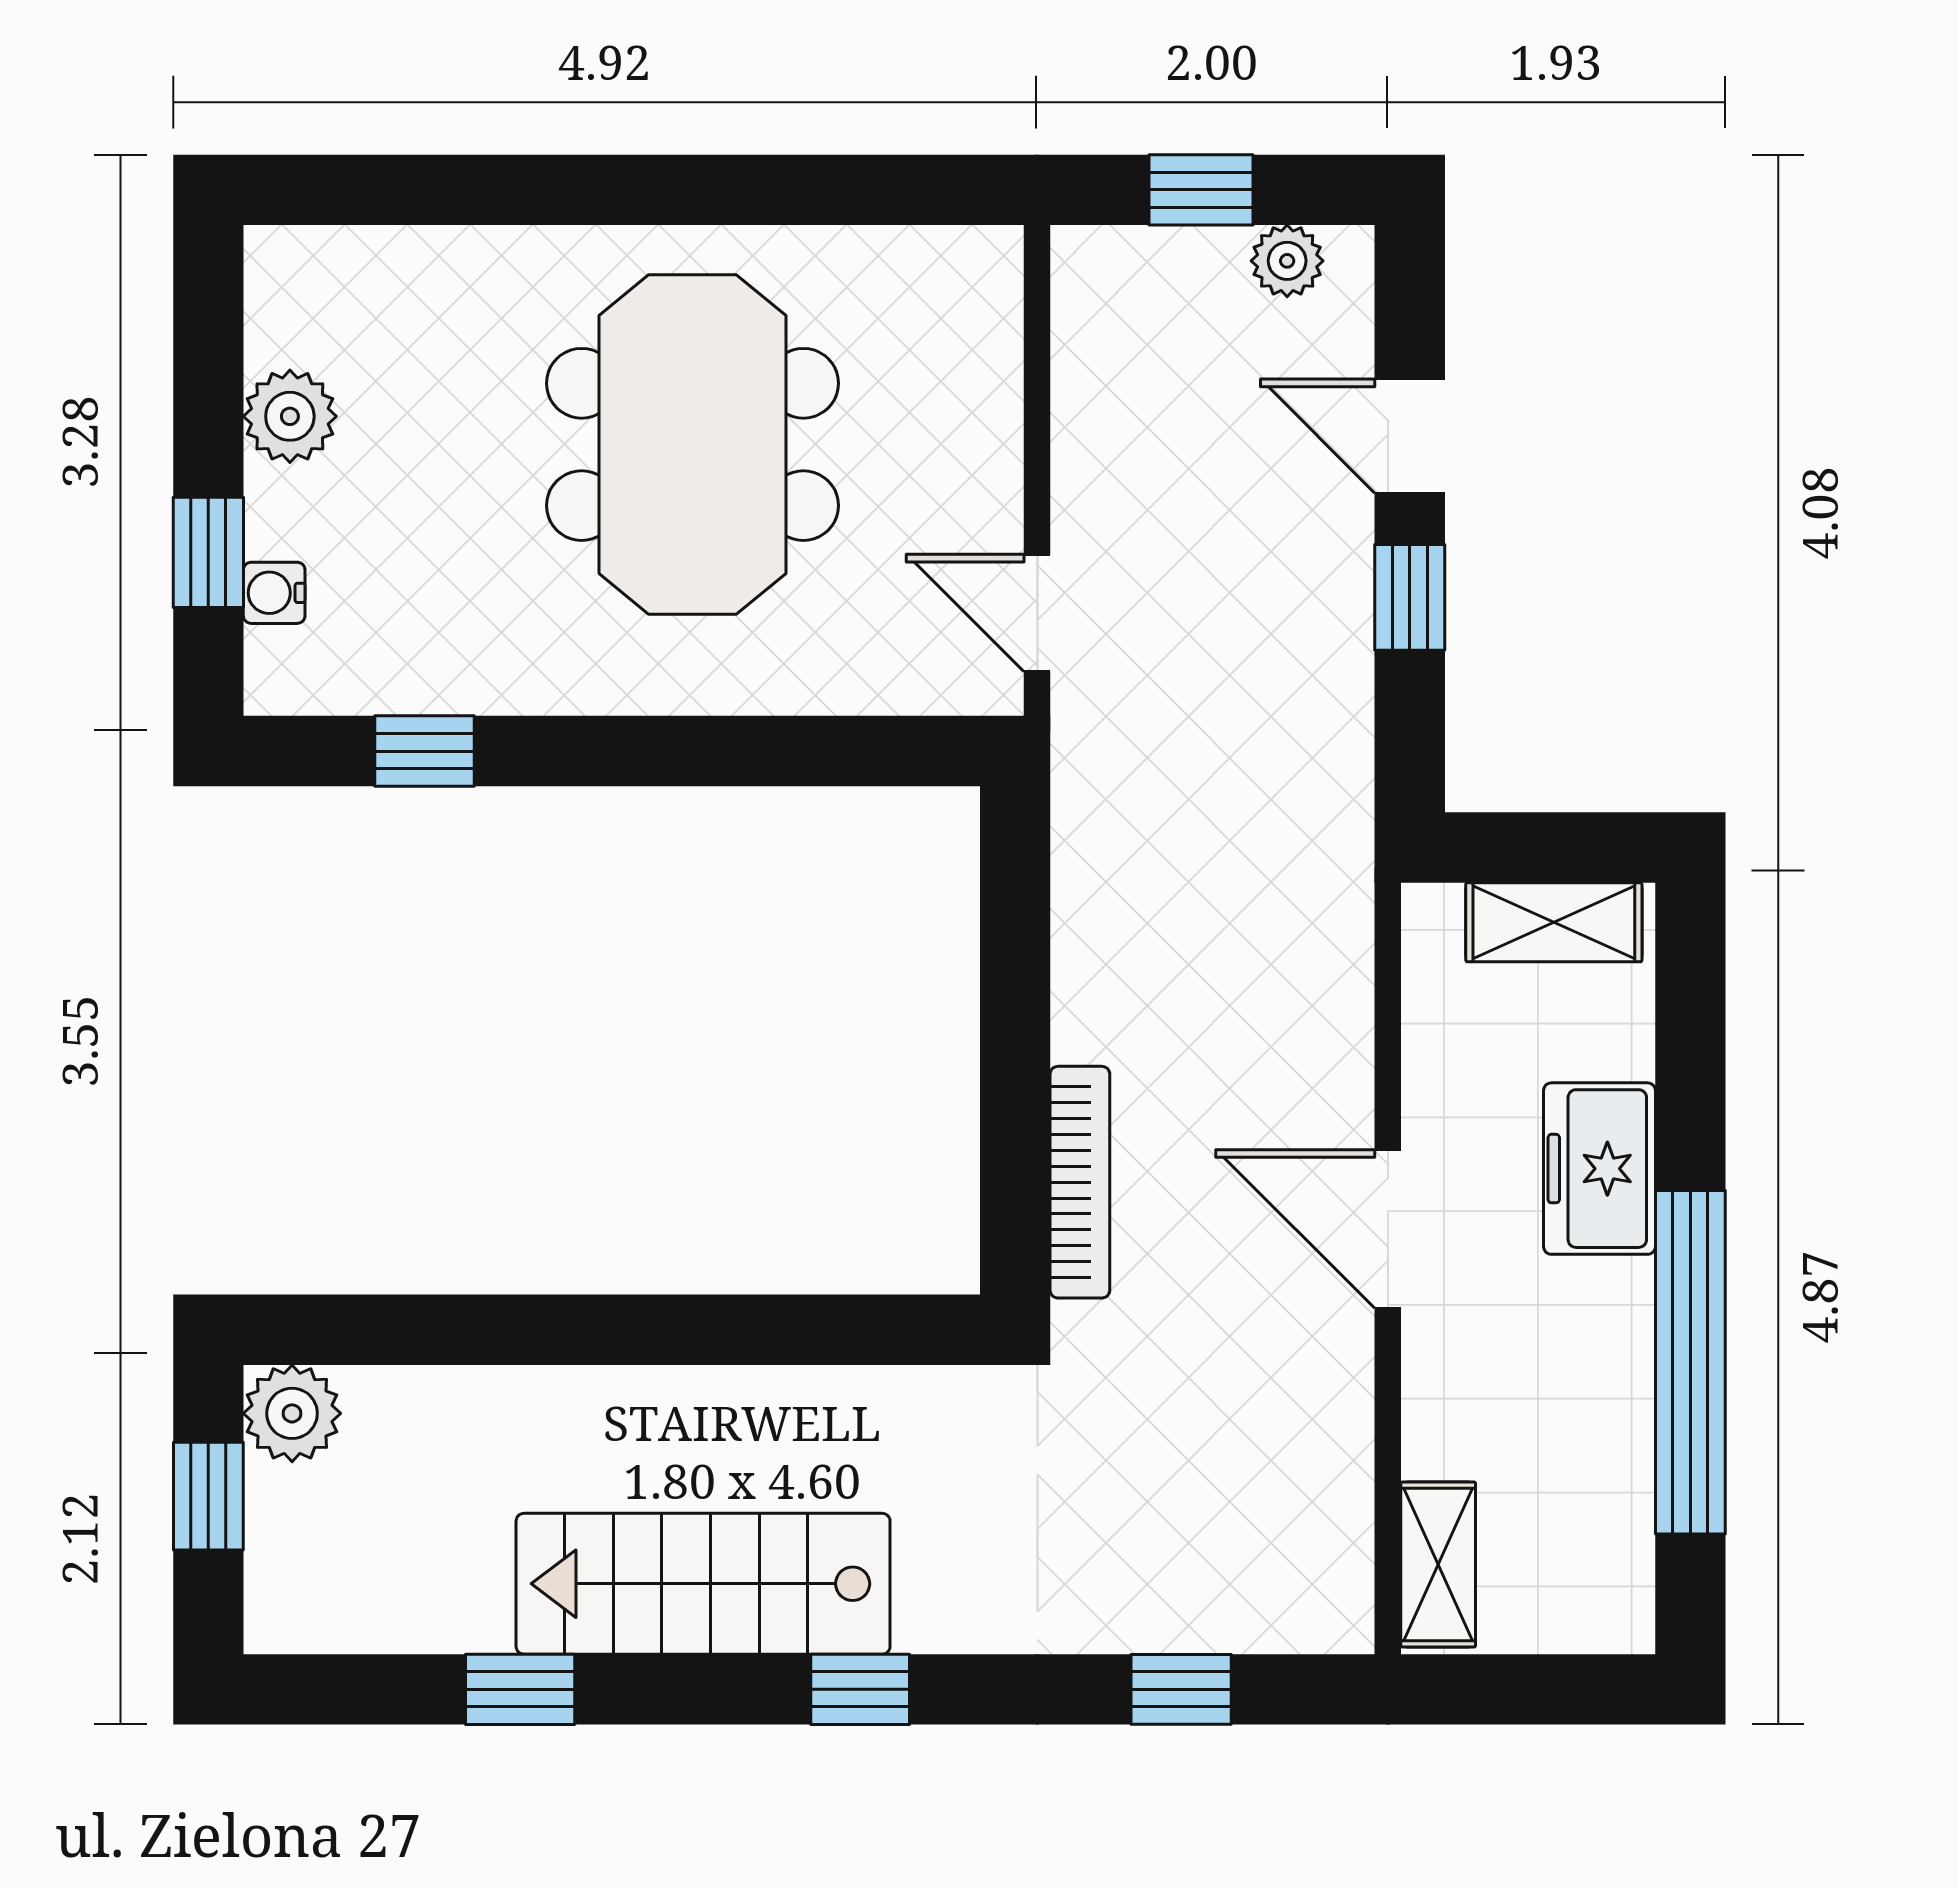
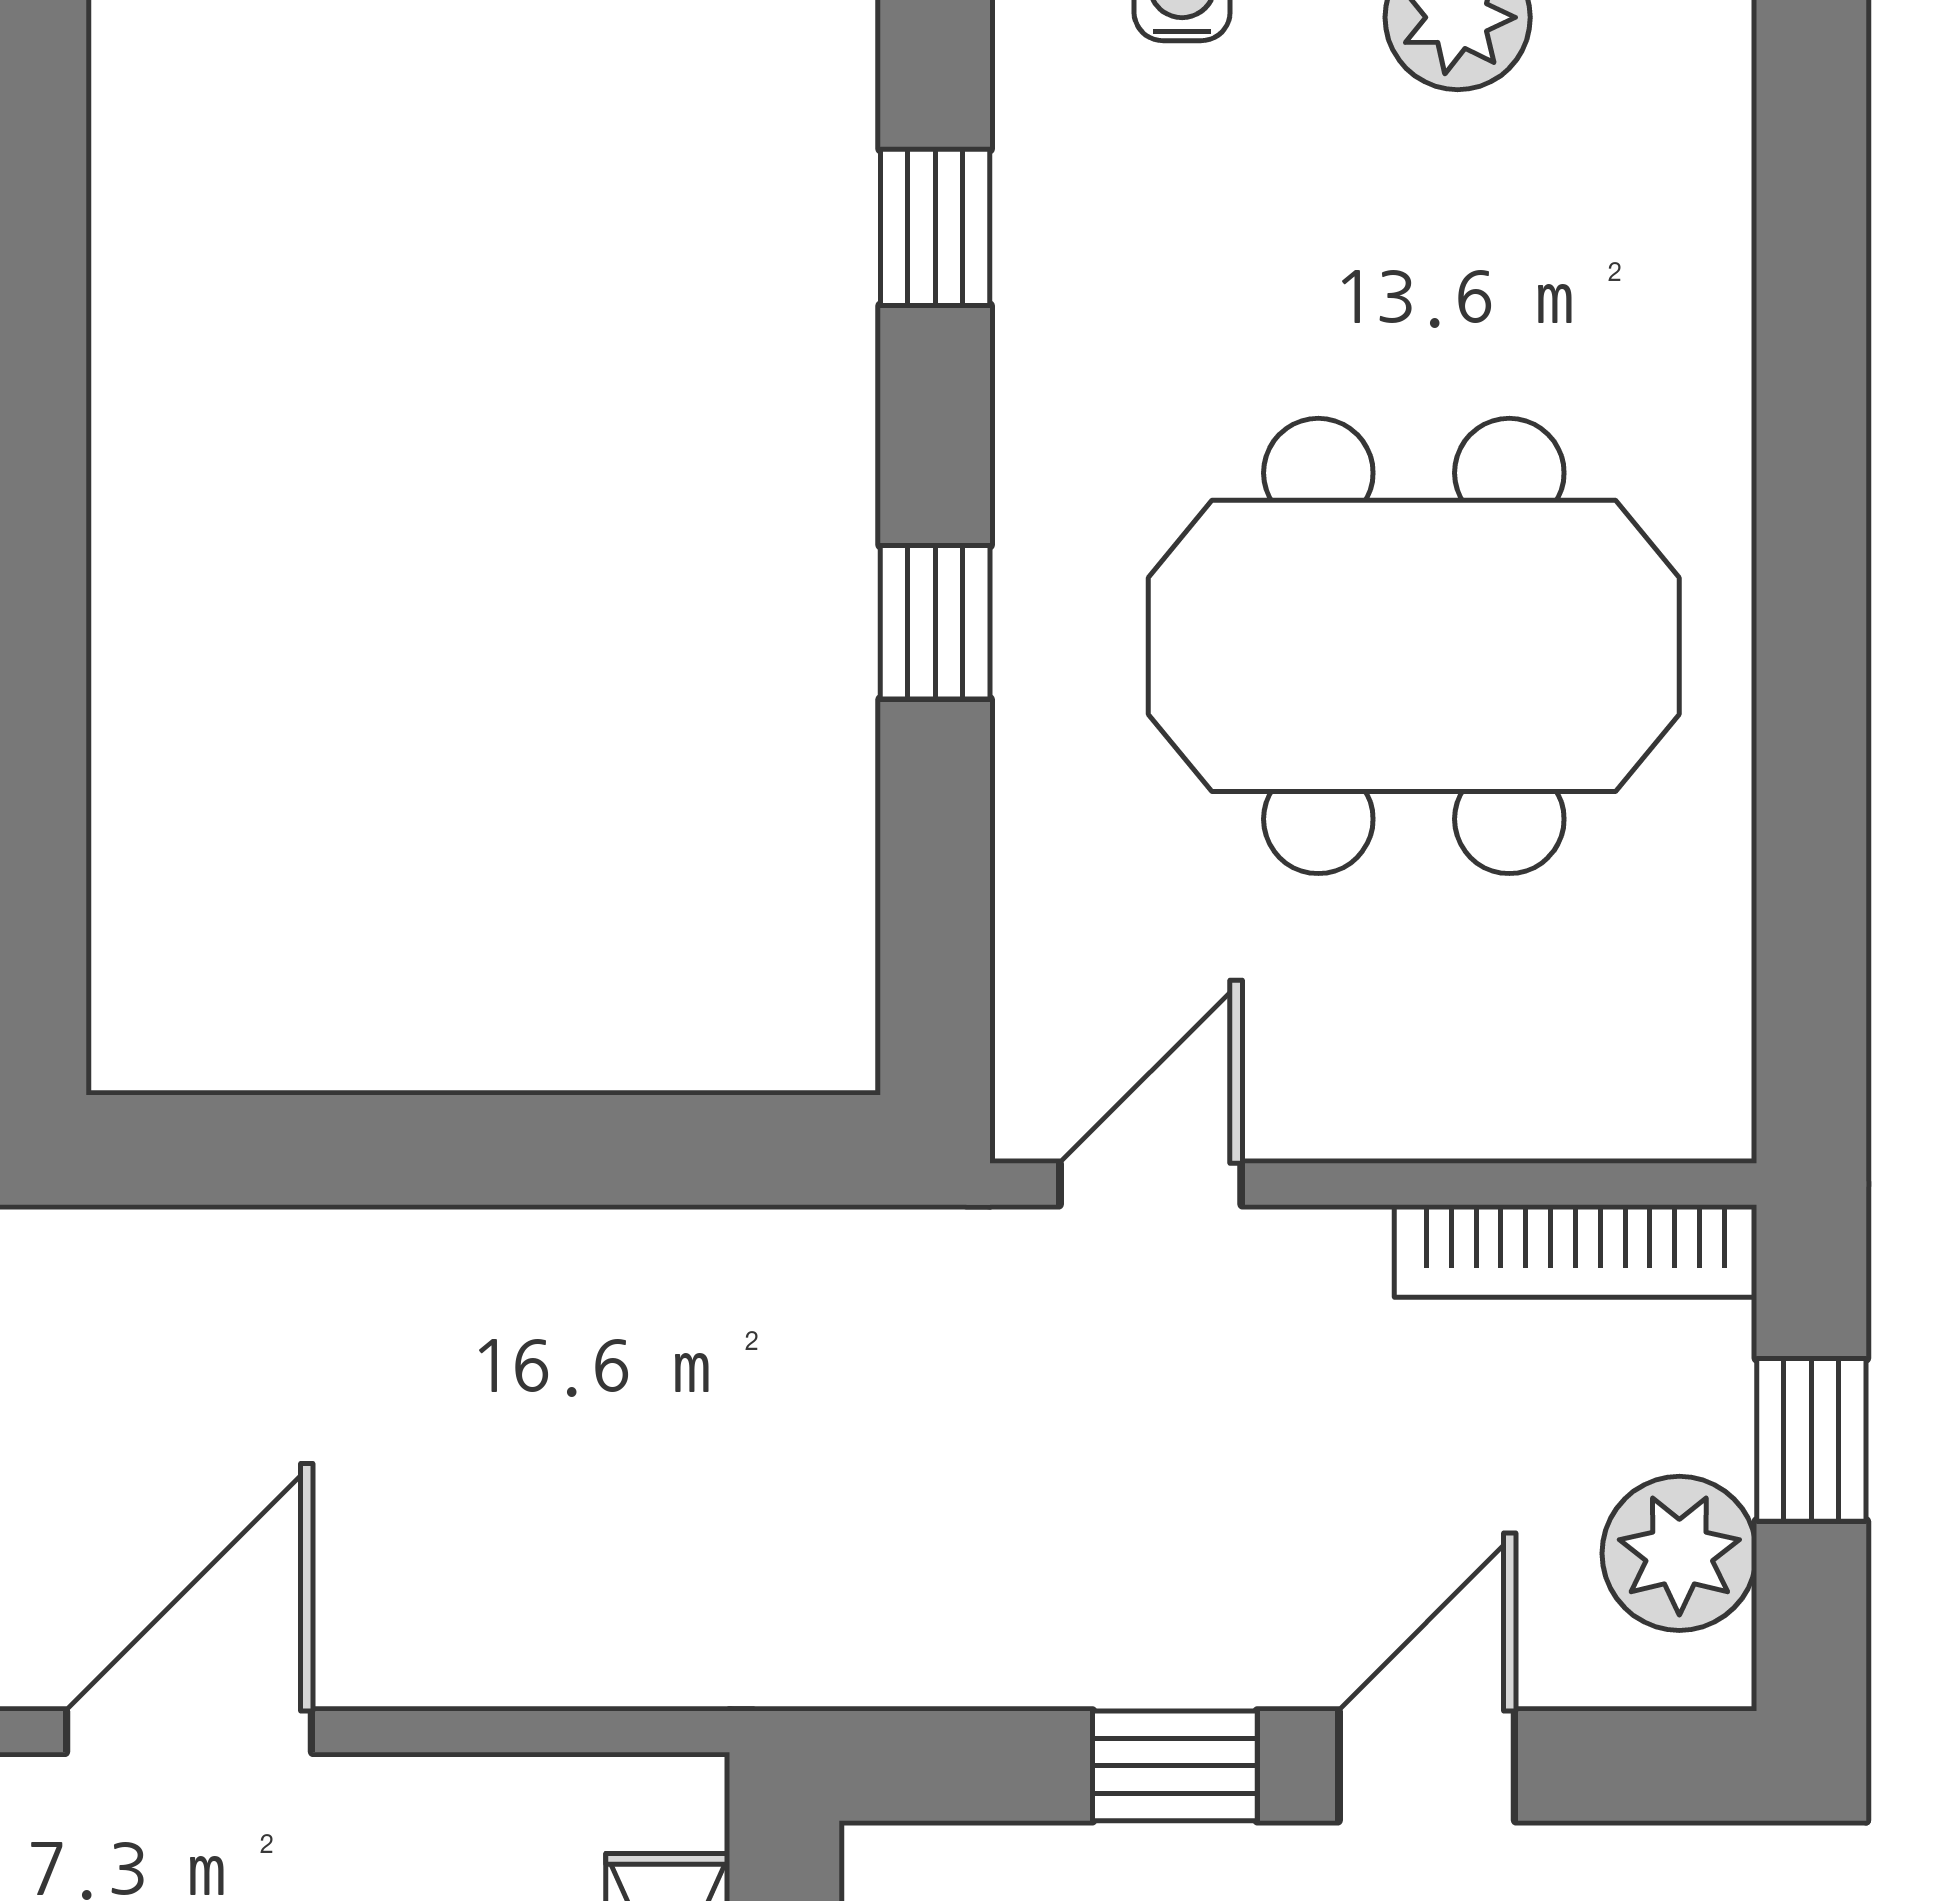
plant: (1287, 261) -> (1679, 1553), width x1.38, depth x1.38
window: (677, 751) -> (935, 622), added
bookcase: (1080, 1182) -> (1575, 1251), moved

